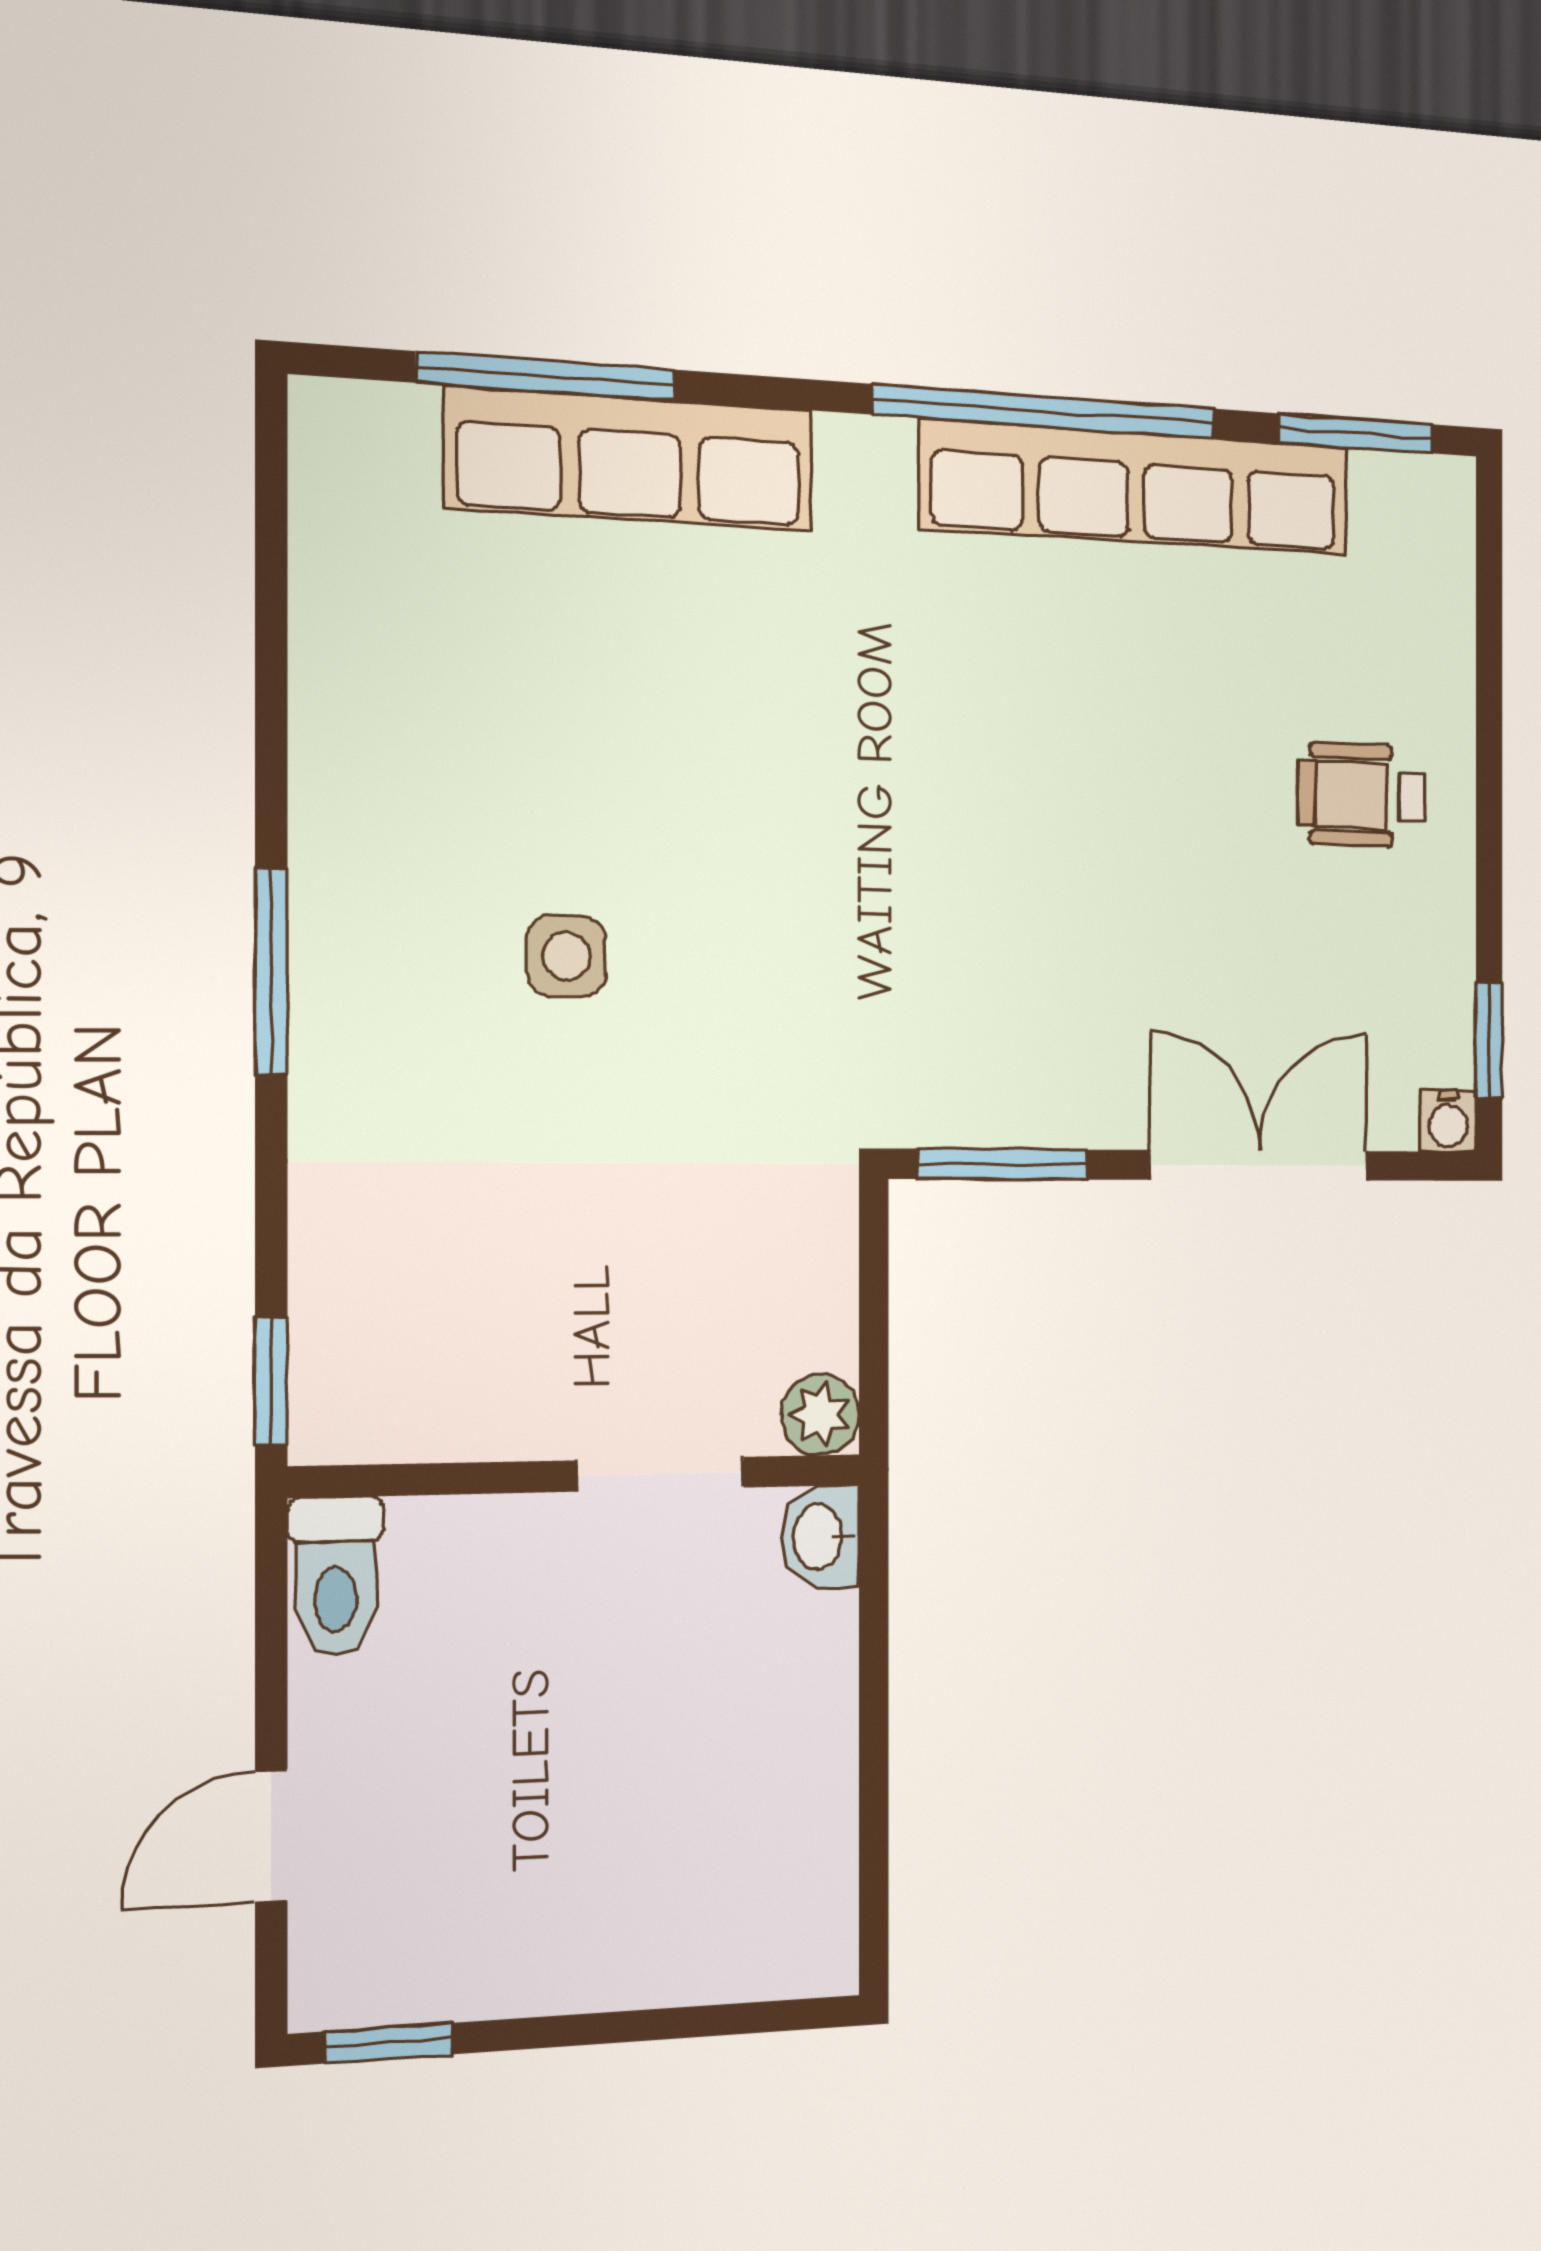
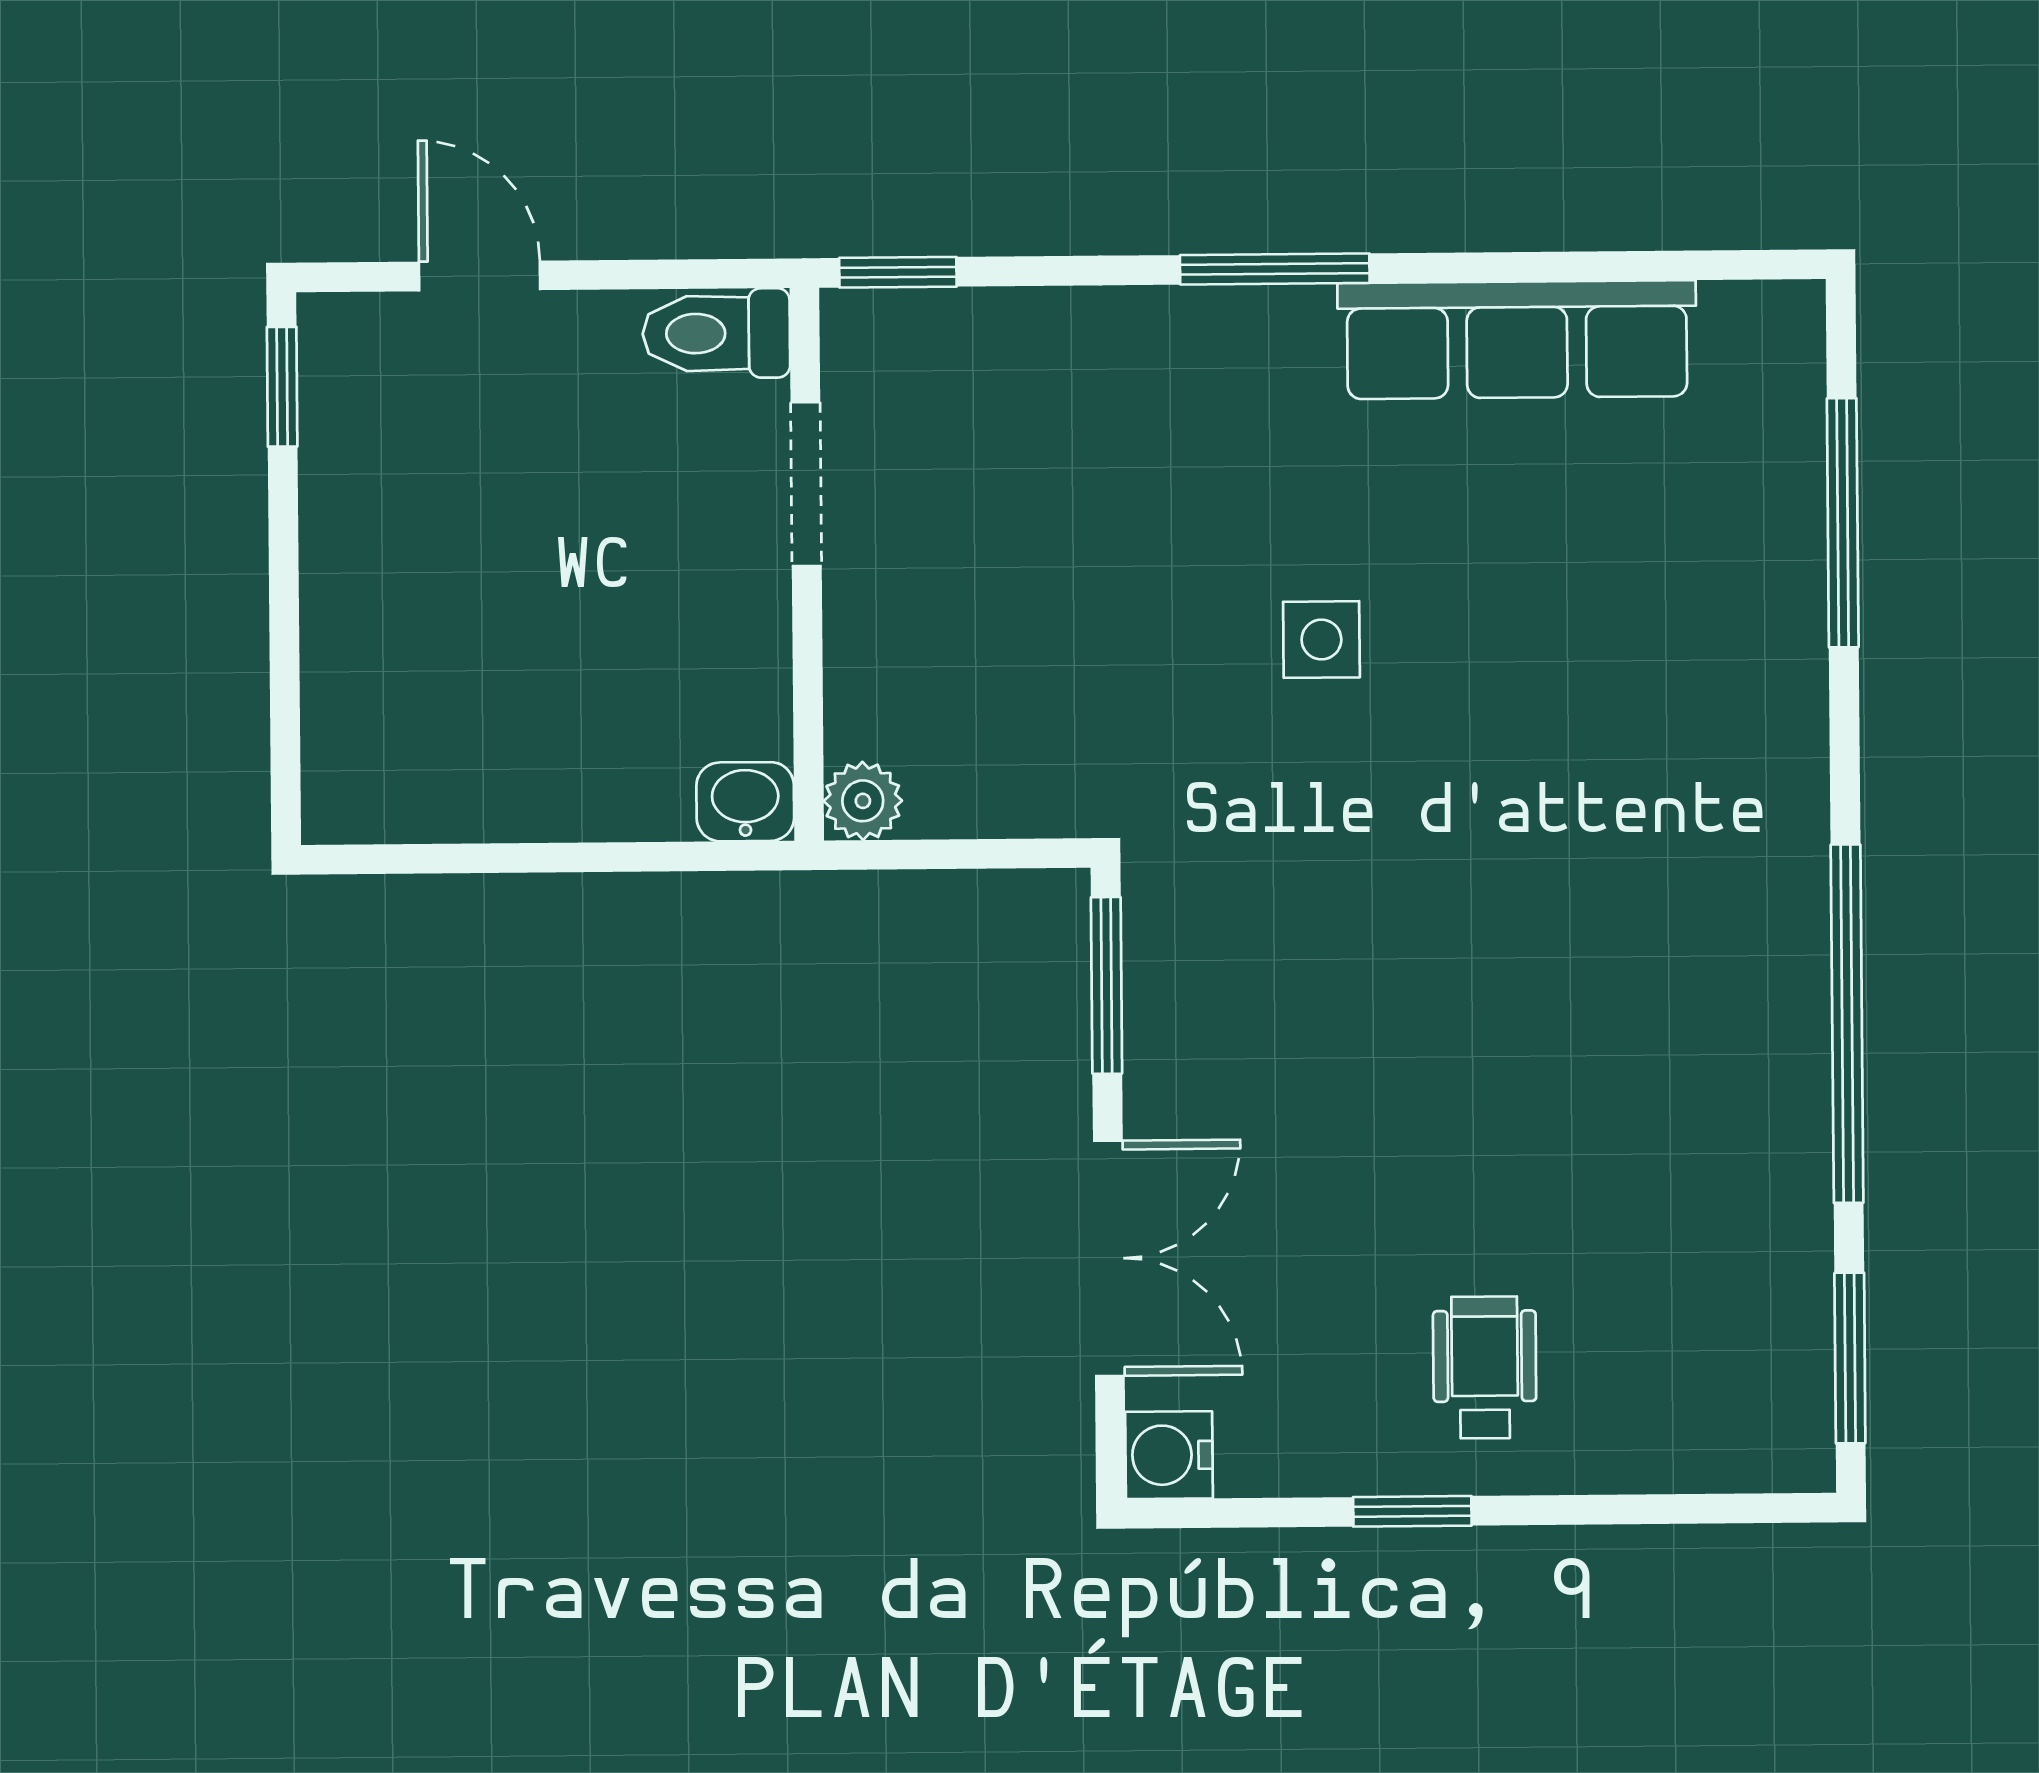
row of seats: (630, 459) -> (1517, 340), moved, turned -90
row of seats: (1136, 487) -> (1779, 1120), removed
side table: (567, 956) -> (1321, 640), moved
window: (1489, 1040) -> (1412, 1511), moved
water cooler: (1448, 1121) -> (1169, 1455), width x1.38, depth x1.38
doorway: (661, 1474) -> (806, 484), moved

